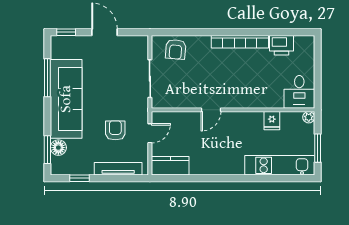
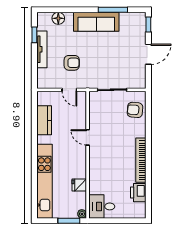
sofa: (66, 99) -> (96, 22), width x0.74, depth x0.79
window: (318, 148) -> (69, 221), moved
window: (47, 150) -> (57, 10), removed
kitchen unit: (280, 165) -> (44, 181), width x1.36
kitchen counter: (170, 166) -> (44, 120), moved
tv unit: (118, 169) -> (42, 49), moved

